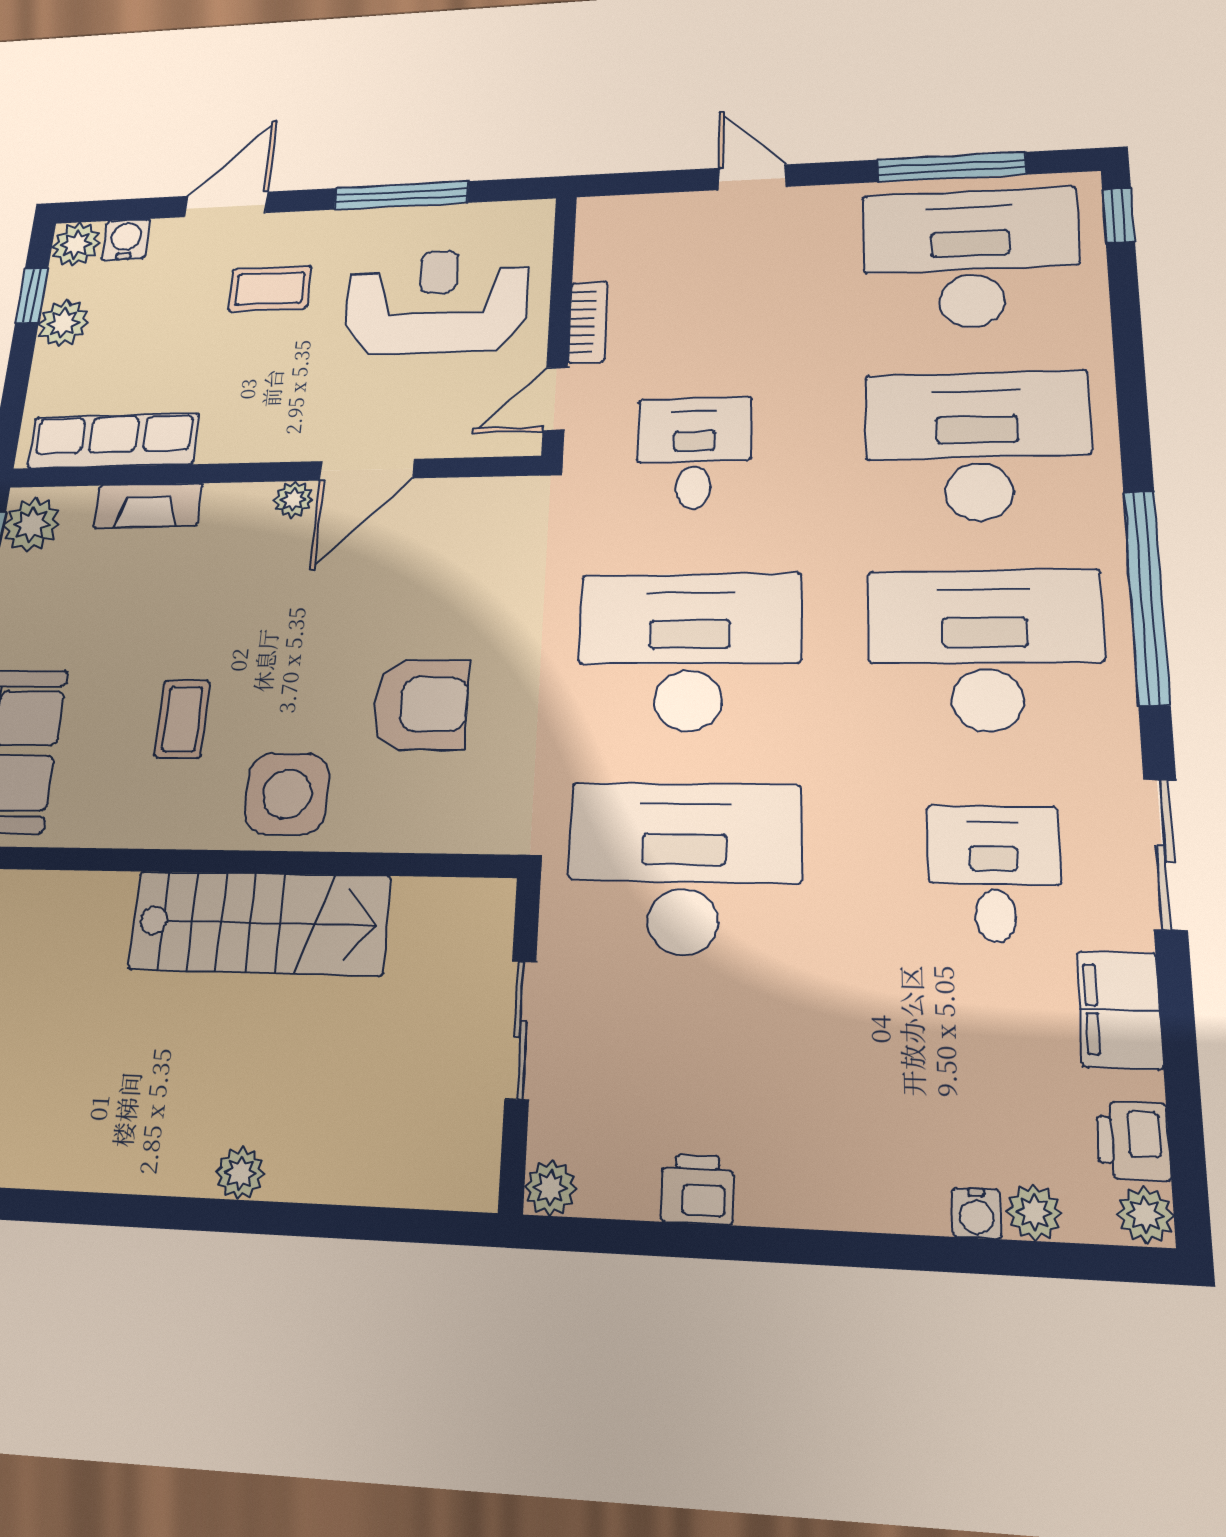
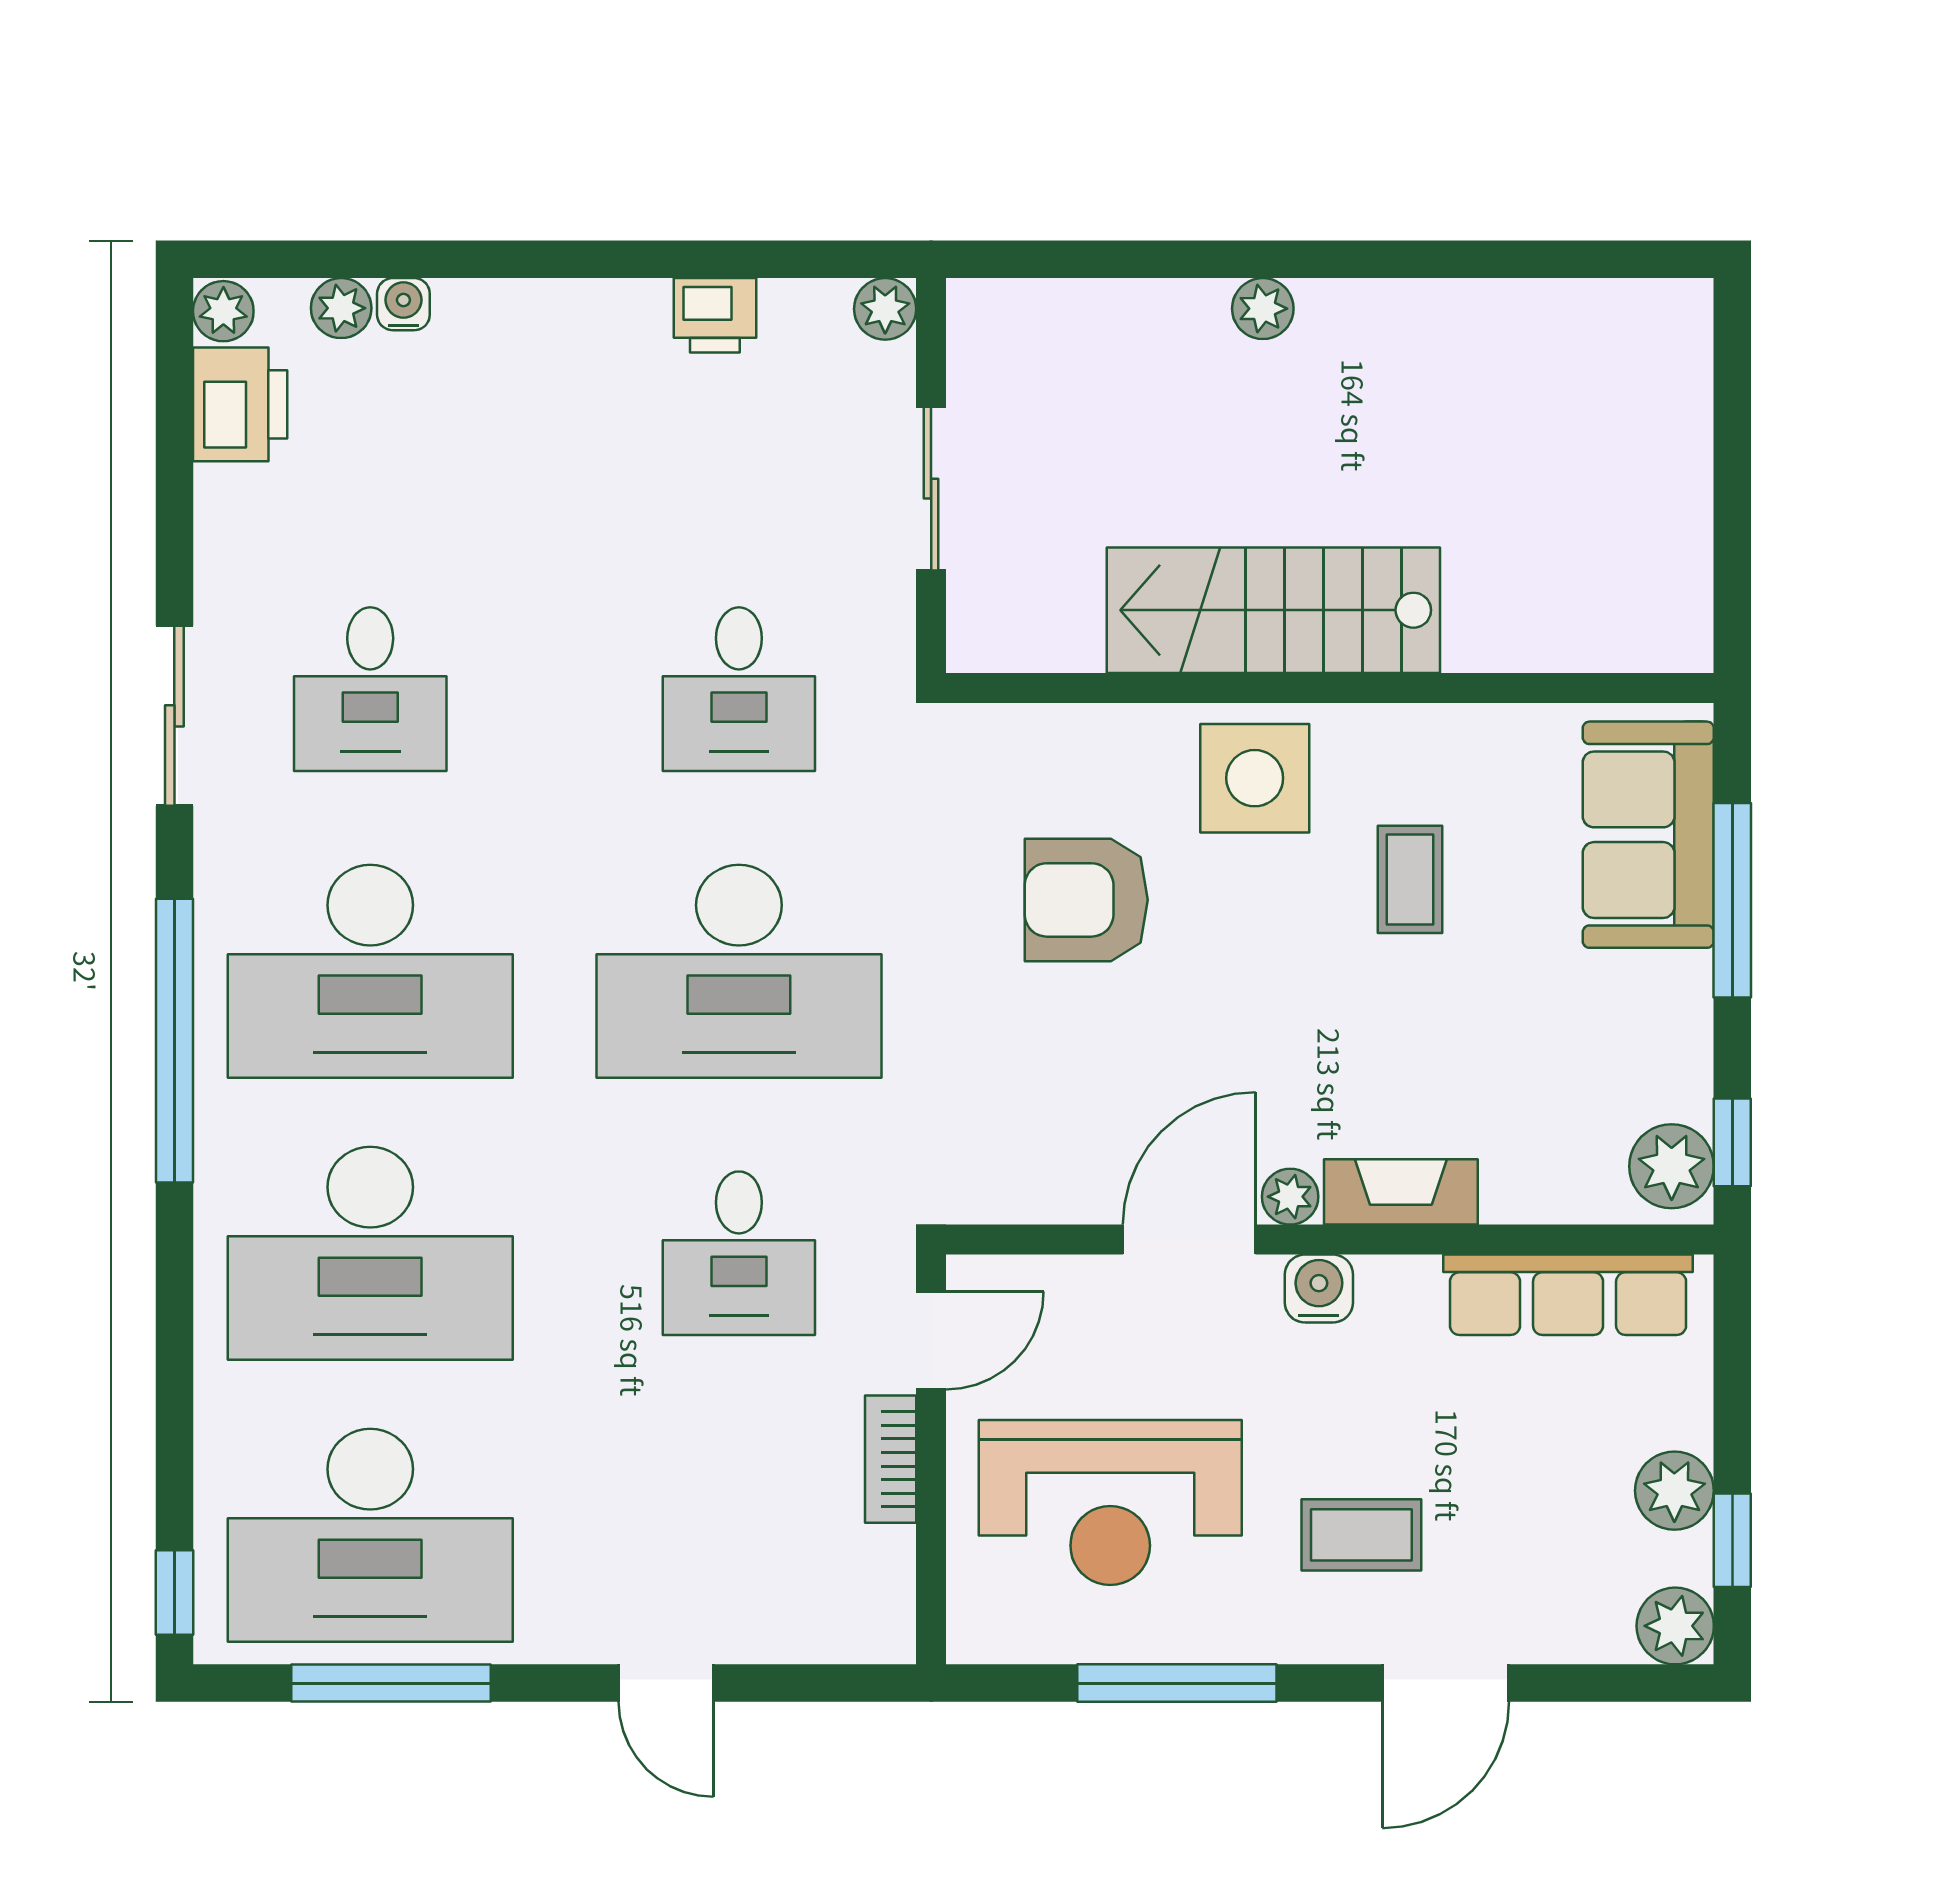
water cooler: (126, 240) -> (1319, 1289), moved, turned 180
fireplace: (148, 506) -> (1401, 1192), moved
desk: (684, 868) -> (739, 689), width x0.53, depth x0.77
filing cabinet: (1119, 1010) -> (237, 533), removed
printer: (1133, 1141) -> (240, 404), width x1.36, depth x1.24

